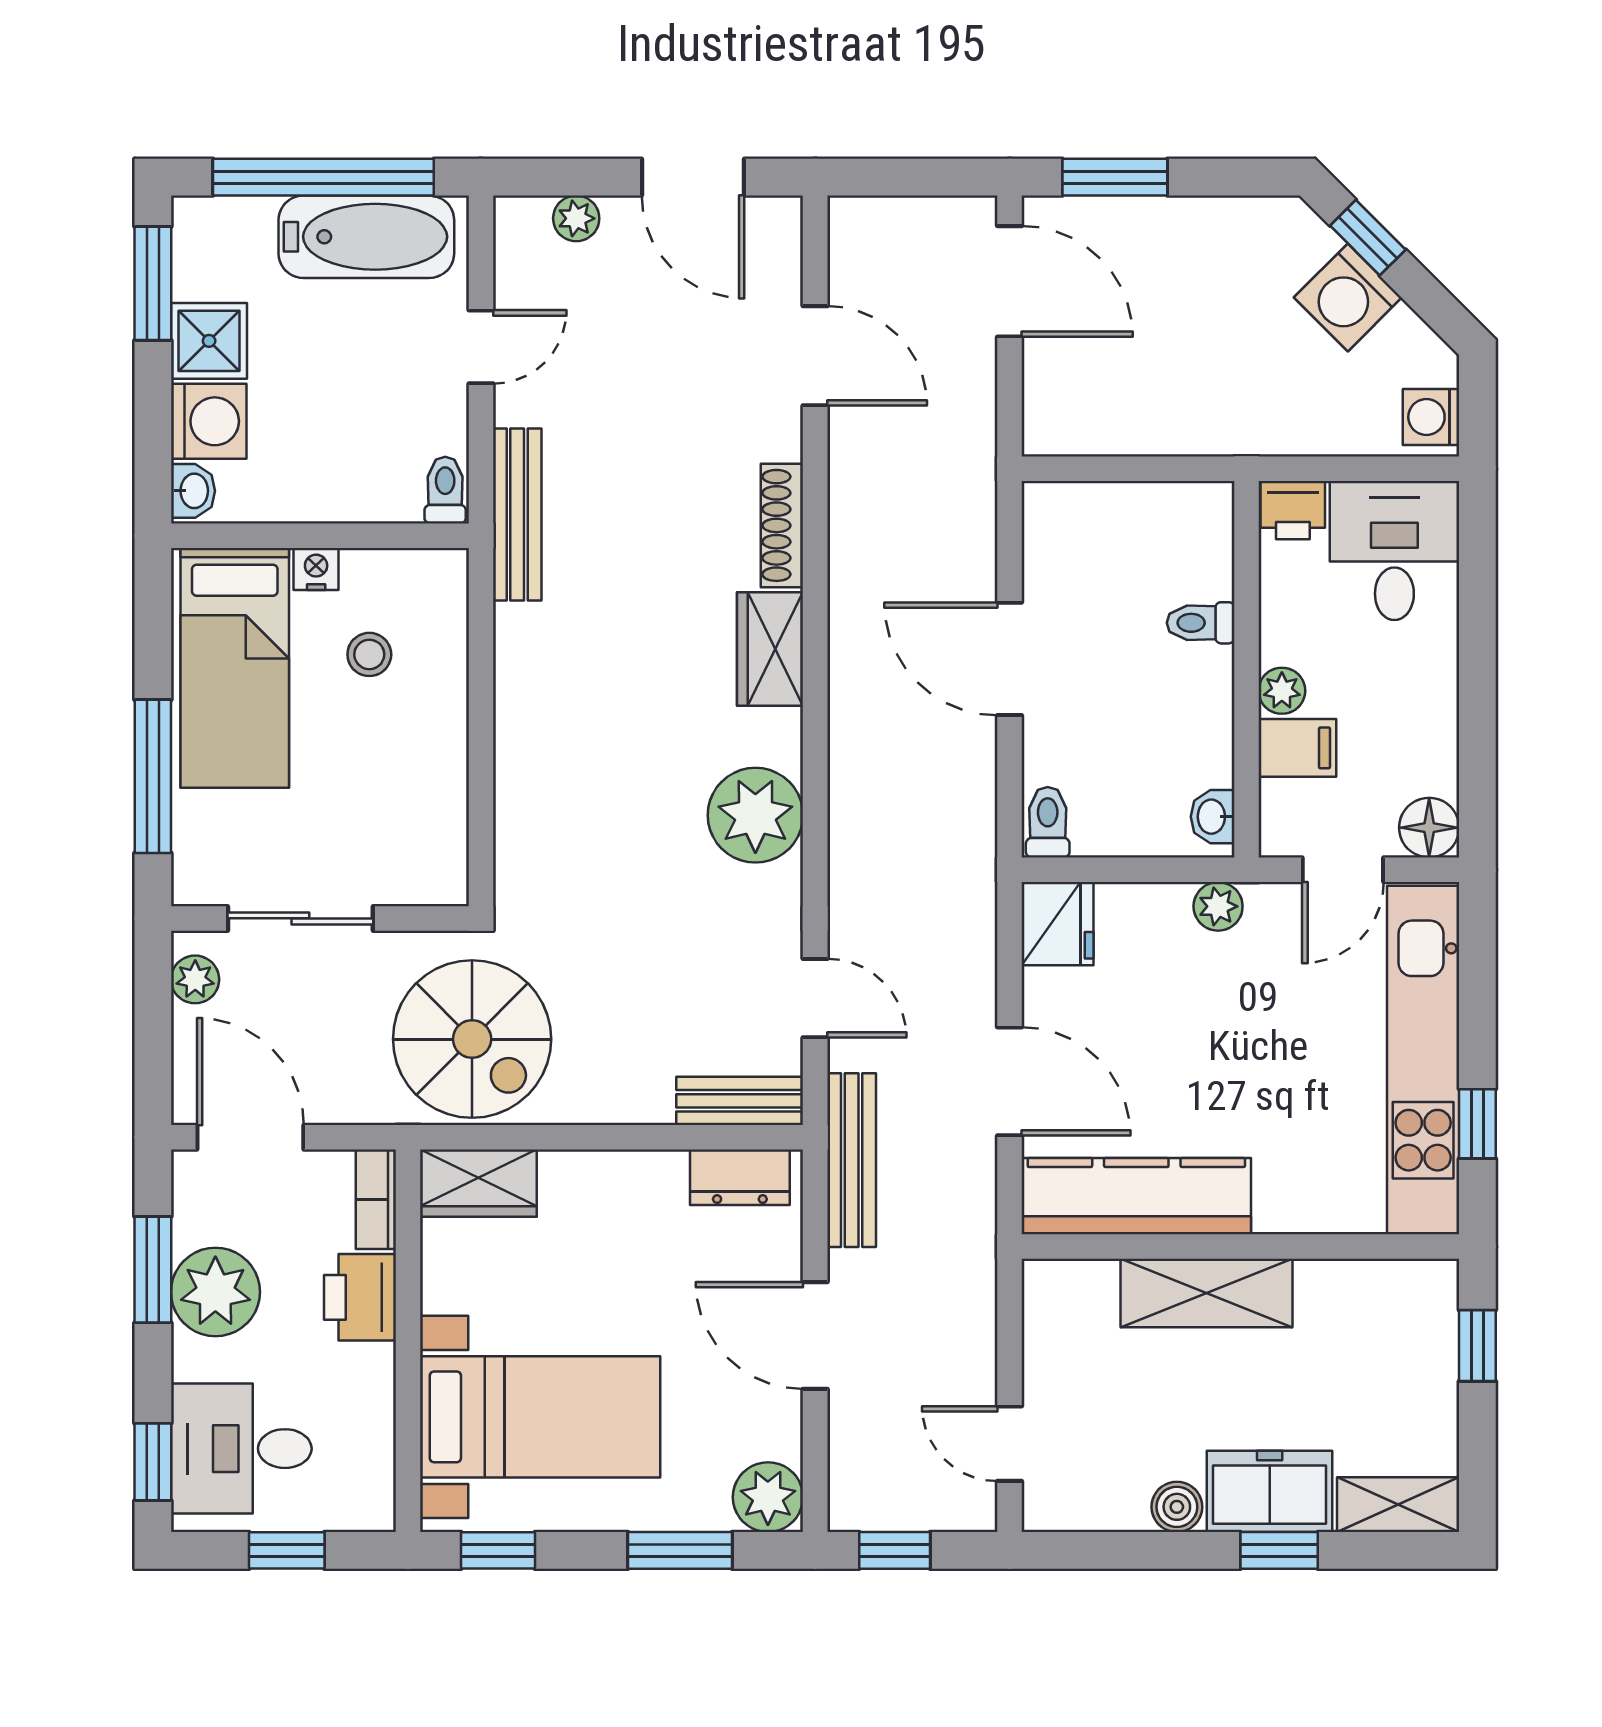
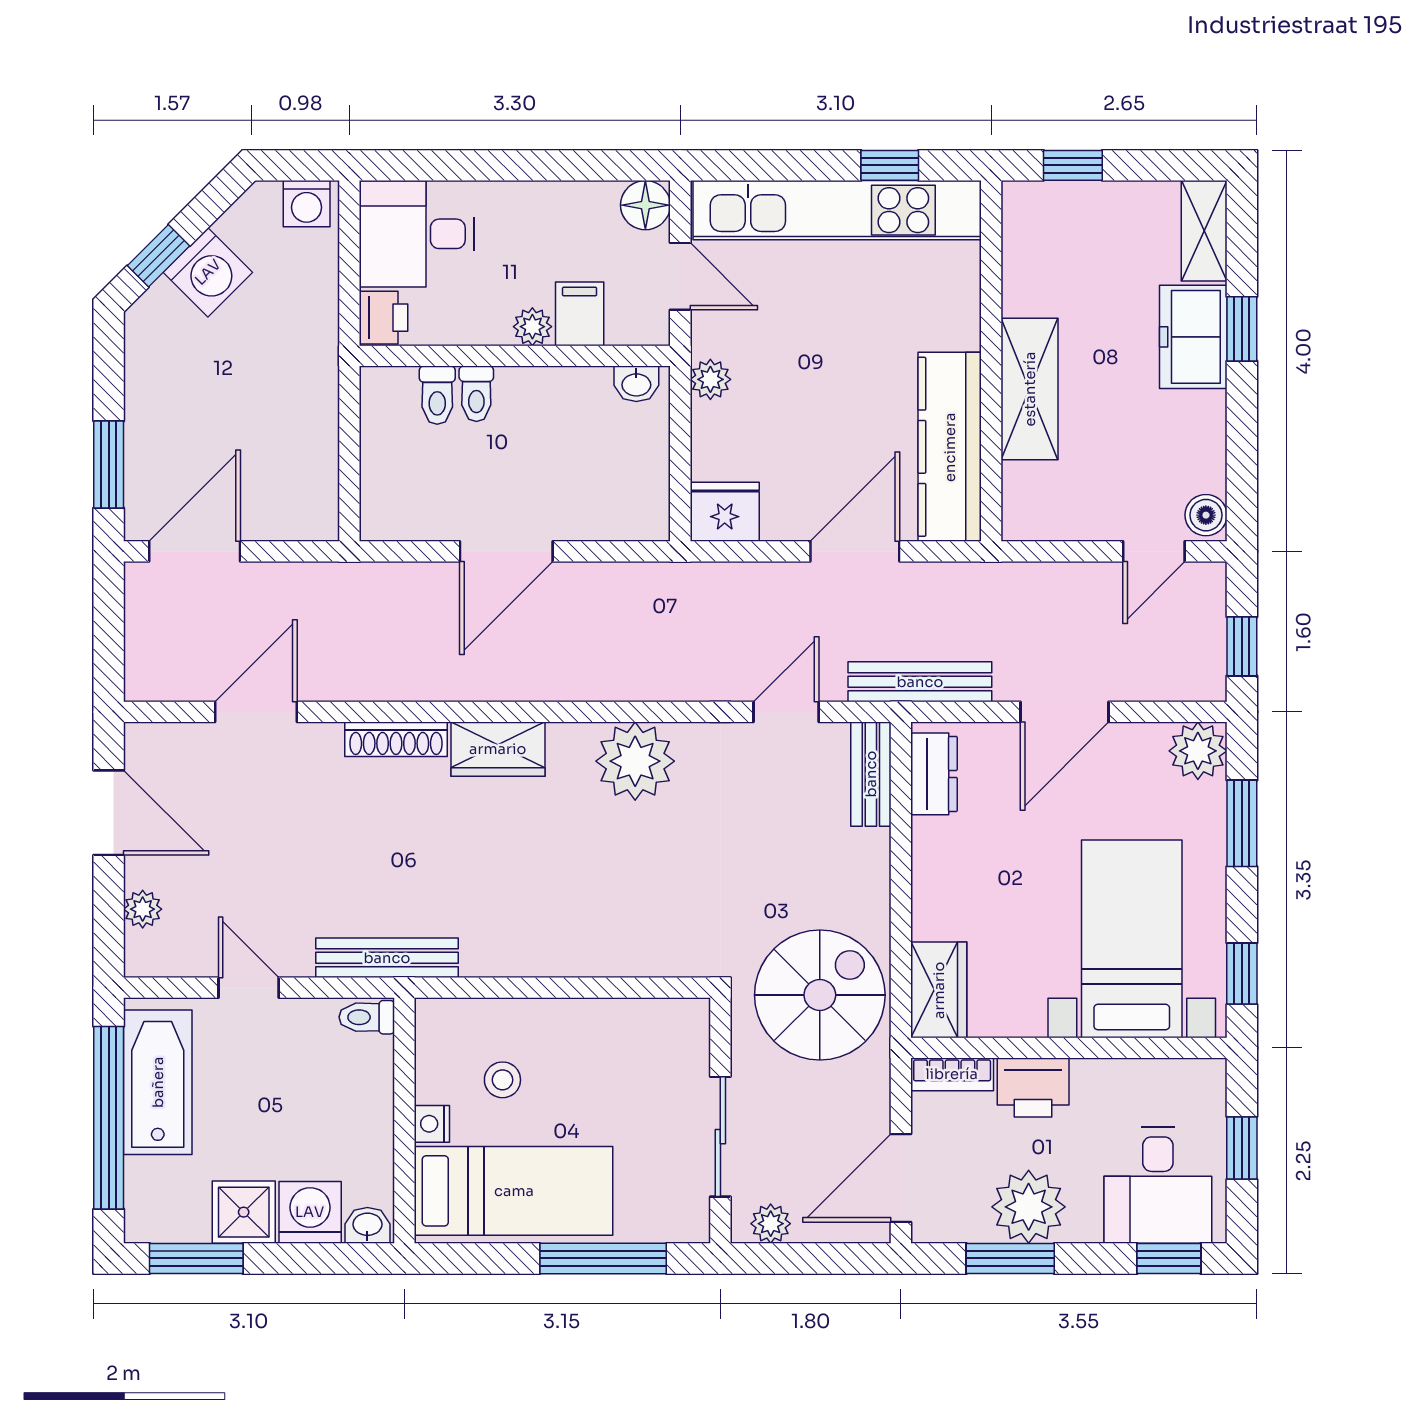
door: (693, 177) -> (109, 813), hinge flipped
toilet: (1048, 822) -> (437, 395), moved, turned -90
boiler: (1177, 1507) -> (1206, 515), moved

